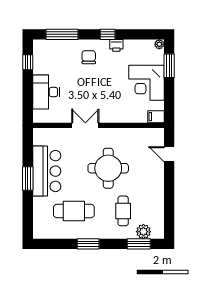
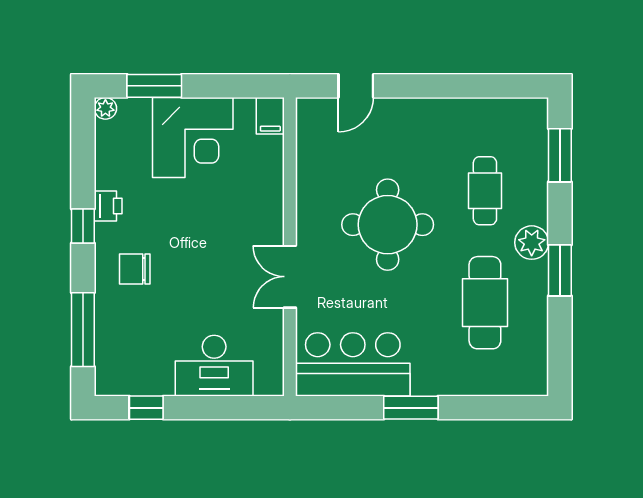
bar counter: (47, 171) -> (353, 364), moved
cafe table: (123, 211) -> (485, 191), turned 90
plant: (143, 232) -> (532, 243), moved

